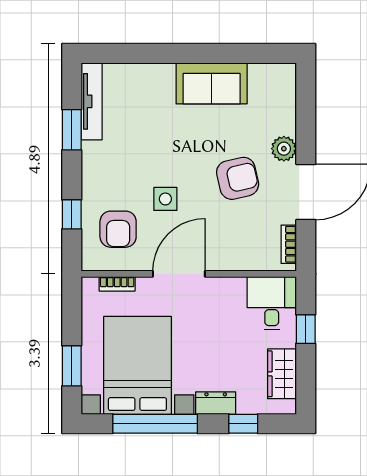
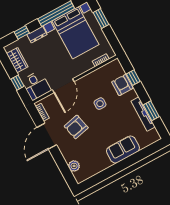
sofa: (212, 83) -> (123, 150), moved
tv unit: (92, 101) -> (143, 114), moved
plant: (284, 149) -> (74, 166), moved
armchair: (118, 229) -> (122, 85), moved
door: (179, 274) -> (63, 86), moved

